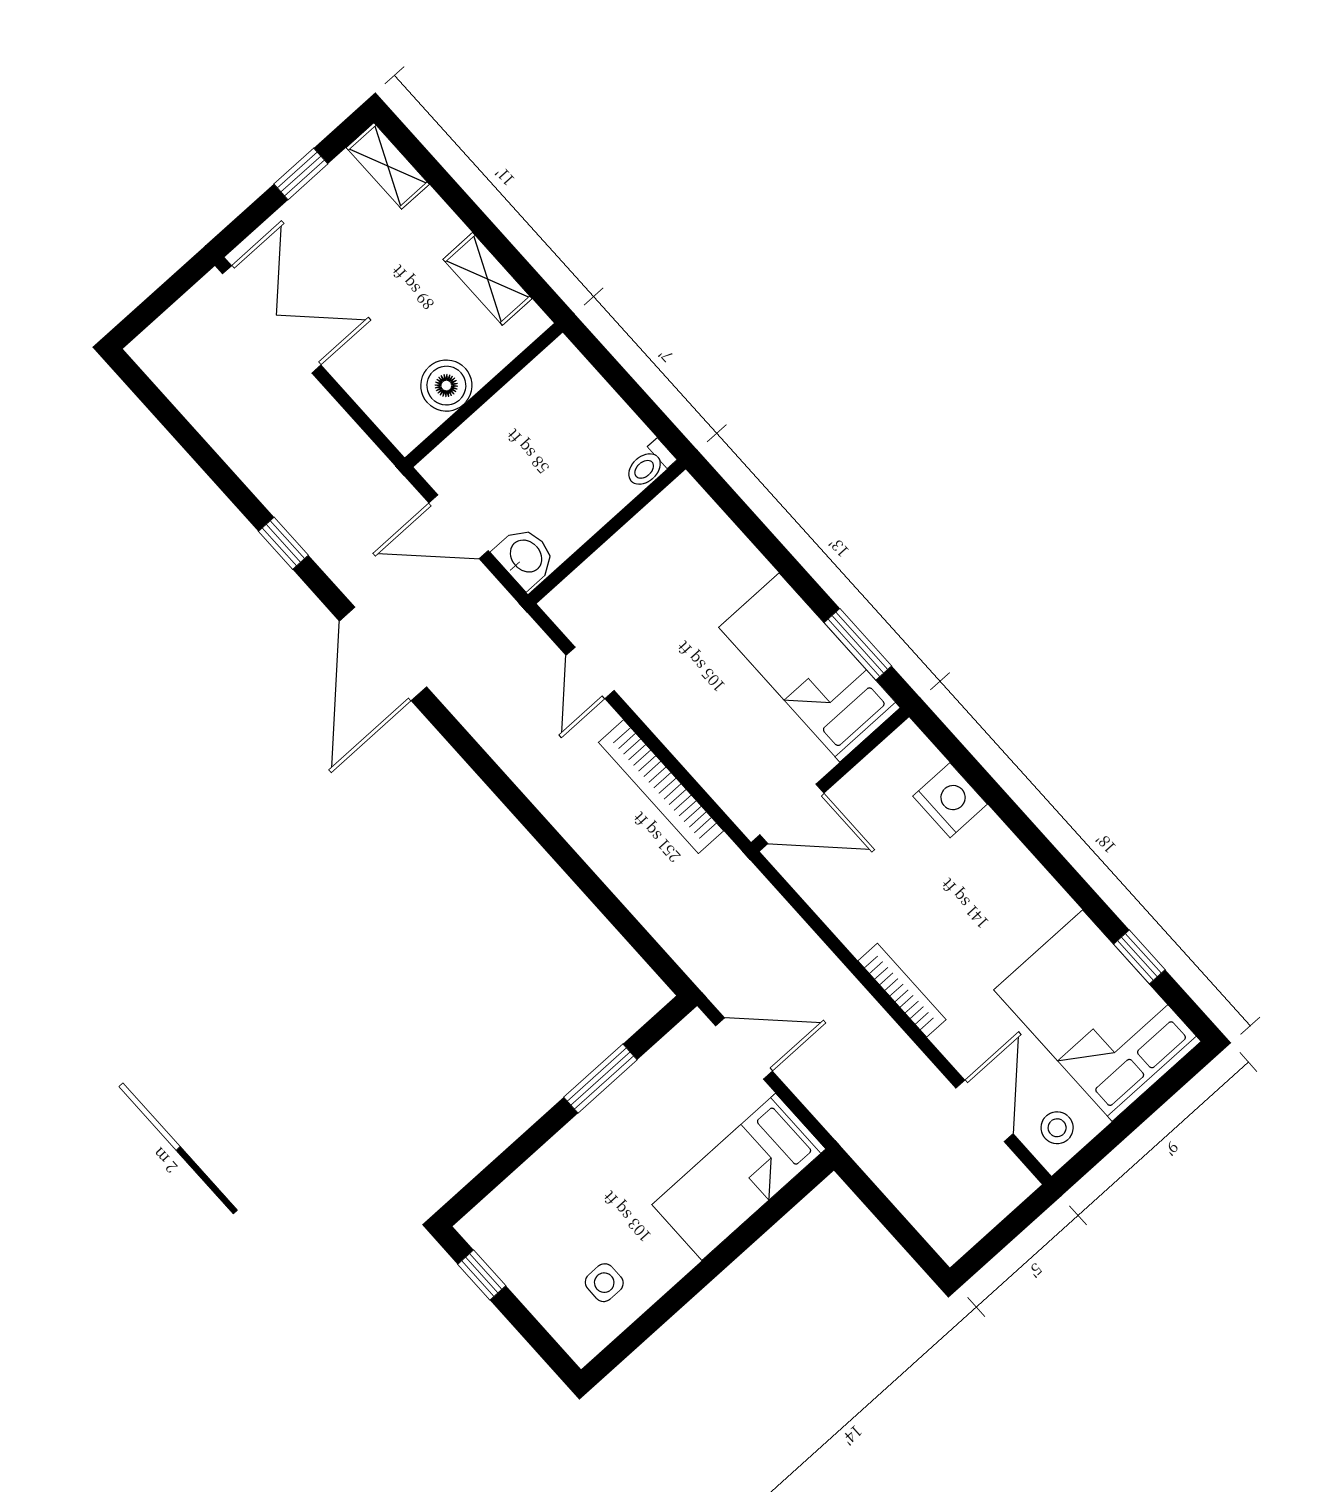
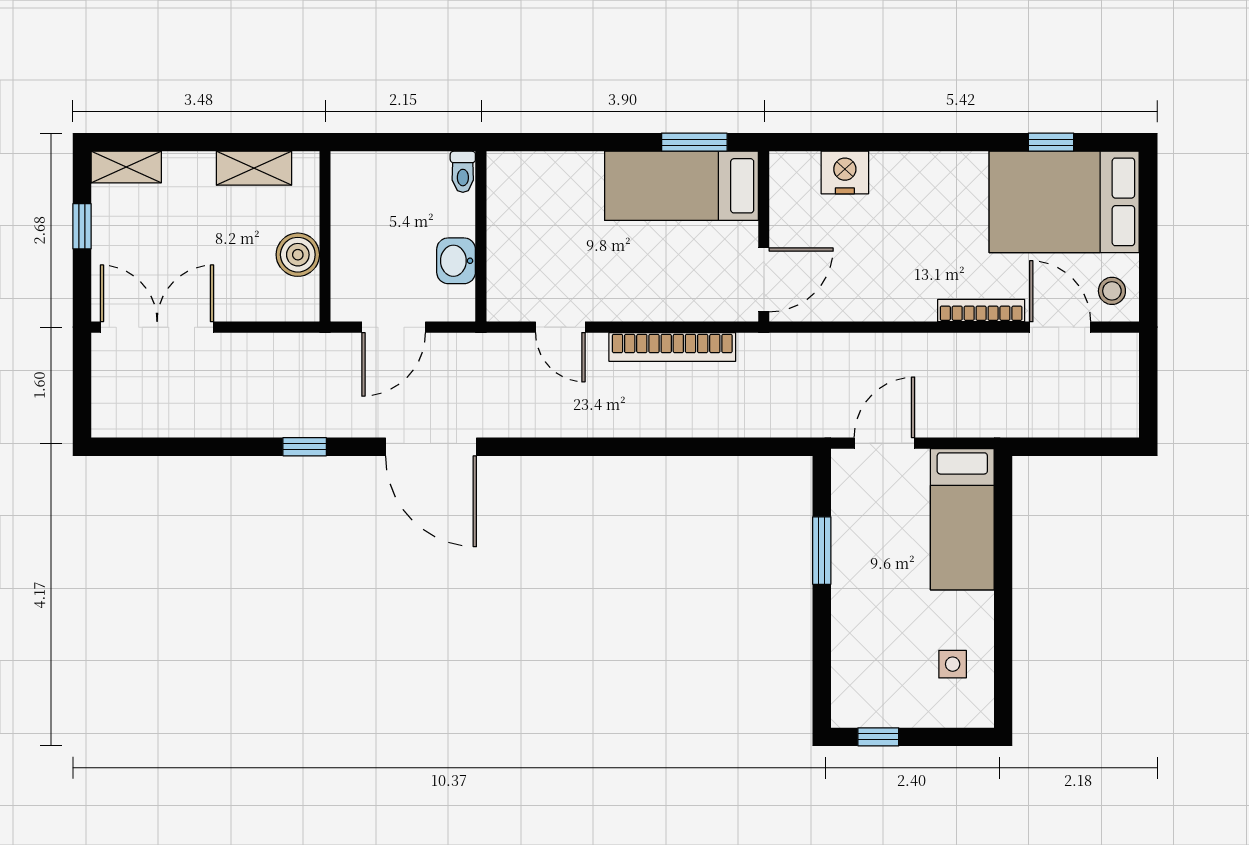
washbasin: (525, 557) -> (456, 261), moved, turned -90
bookcase: (902, 990) -> (981, 311), moved

